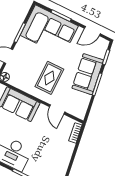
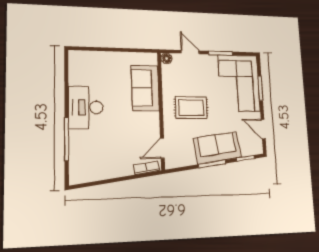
door: (57, 109) -> (162, 148), moved

